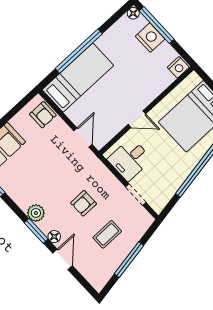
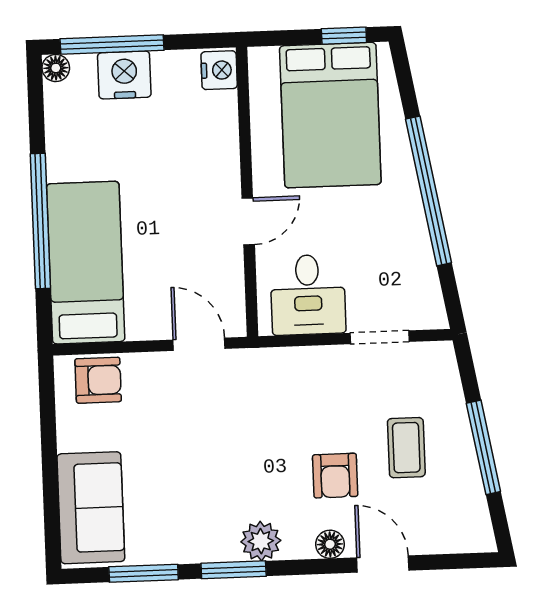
armchair: (84, 203) -> (335, 476), moved
window: (36, 231) -> (234, 570), moved

